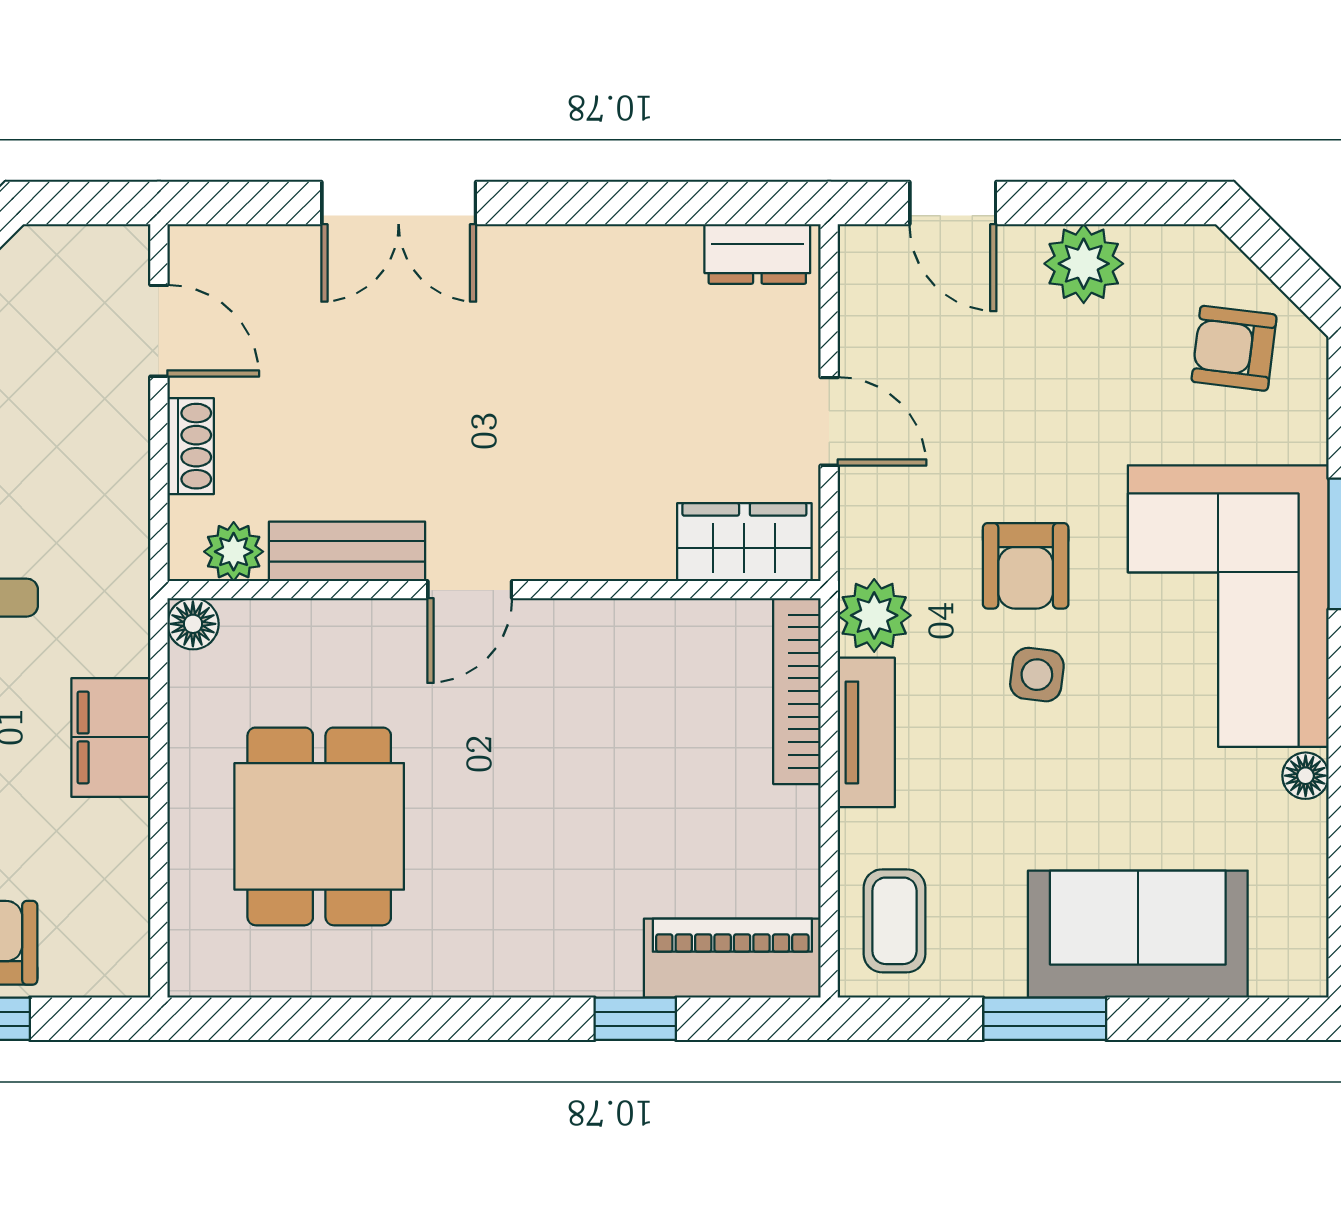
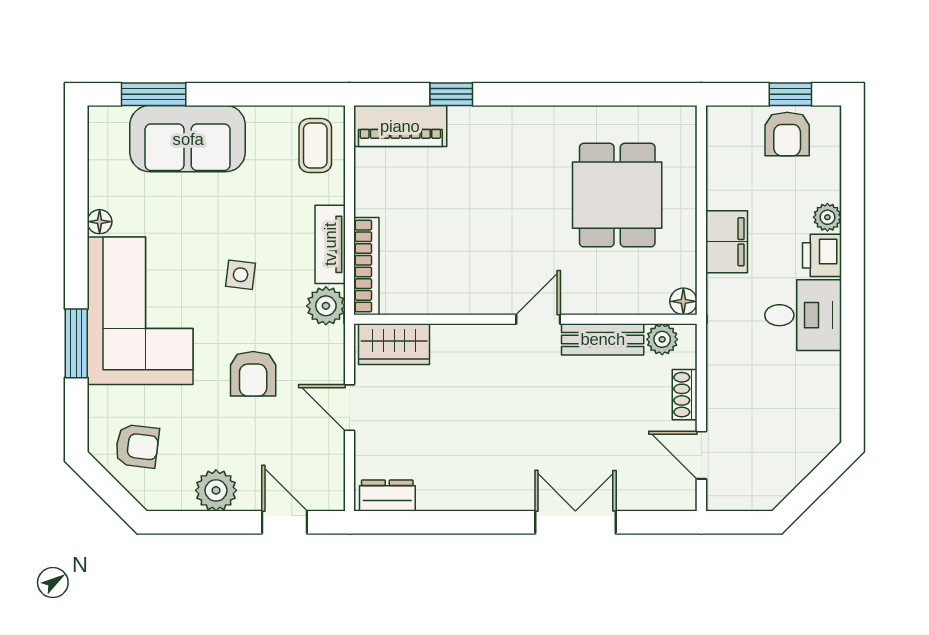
armchair: (1026, 566) -> (253, 374), moved, turned 180
window: (1045, 1019) -> (154, 94), moved

